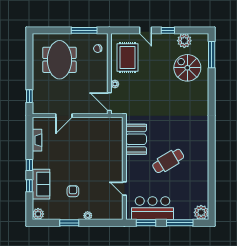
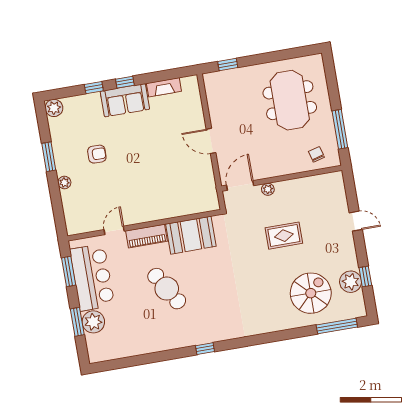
door: (145, 30) -> (356, 221), swing flipped
window: (168, 30) -> (365, 276), moved
rug: (128, 58) -> (284, 236), moved, width x0.73, depth x0.70
meeting table: (59, 60) -> (290, 100), turned 90
door: (64, 116) -> (211, 141), moved
window: (212, 143) -> (205, 349), added
piano: (132, 168) -> (147, 236), added
sofa: (41, 184) -> (125, 100), moved
plant: (201, 212) -> (93, 322), moved
window: (180, 223) -> (77, 322), width x0.69

